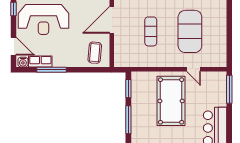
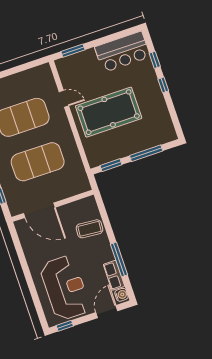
exercise mat: (151, 31) -> (38, 162), width x2.00, depth x1.45
coffee table: (95, 53) -> (89, 229), moved
door: (194, 69) -> (64, 99), hinge flipped
window: (229, 89) -> (73, 51), width x0.69

